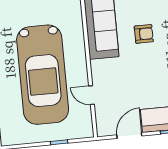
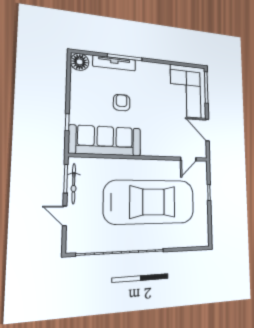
door: (92, 95) -> (188, 159), moved

